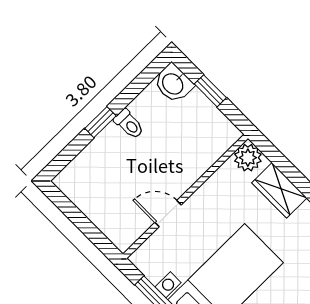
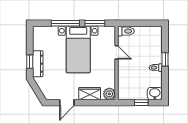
door: (168, 214) -> (116, 52), hinge flipped
toilet: (118, 233) -> (126, 31), added

